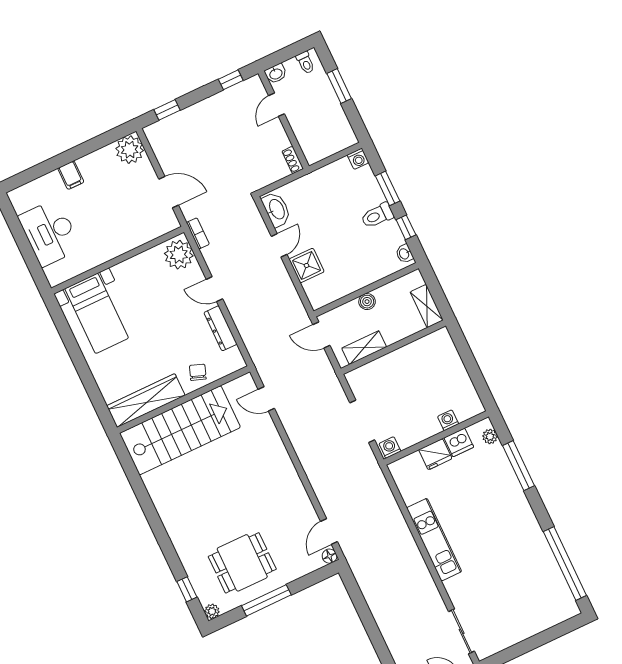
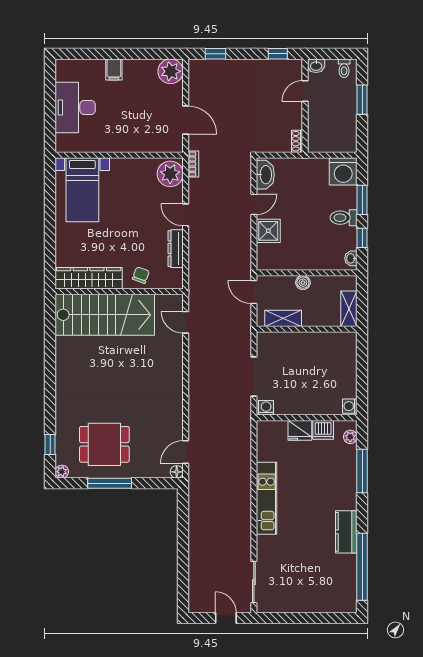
washing machine: (358, 159) -> (343, 171), width x1.89, depth x1.89
washing machine: (448, 420) -> (350, 406), moved, turned -90
kitchen counter: (532, 535) -> (346, 532), added

